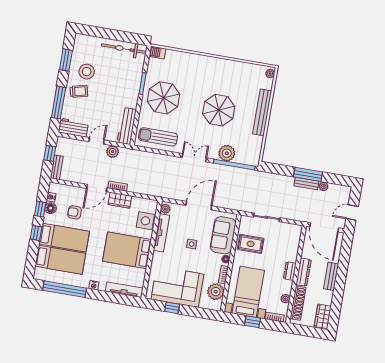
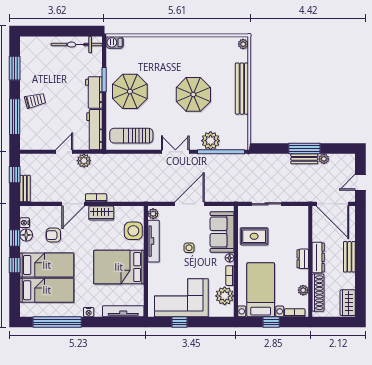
stool: (87, 72) -> (40, 77), removed
workbench: (73, 128) -> (94, 92), moved, turned -90

